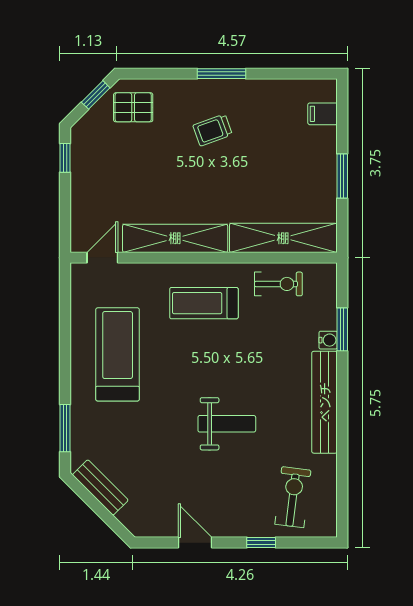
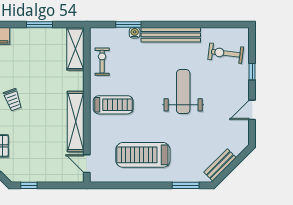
shelving: (283, 238) -> (75, 49), width x0.68
treadmill: (204, 303) -> (113, 105), turned -90
weight bench: (227, 424) -> (183, 92), width x1.36, depth x1.33

